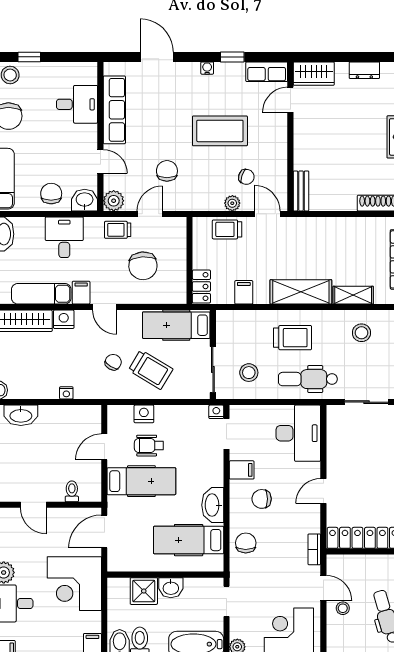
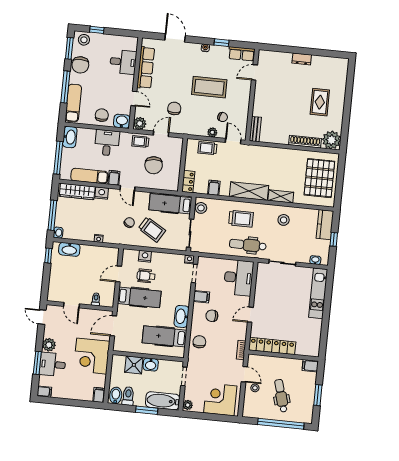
wardrobe: (314, 74) -> (270, 58), removed
stool: (249, 373) -> (201, 208), moved

